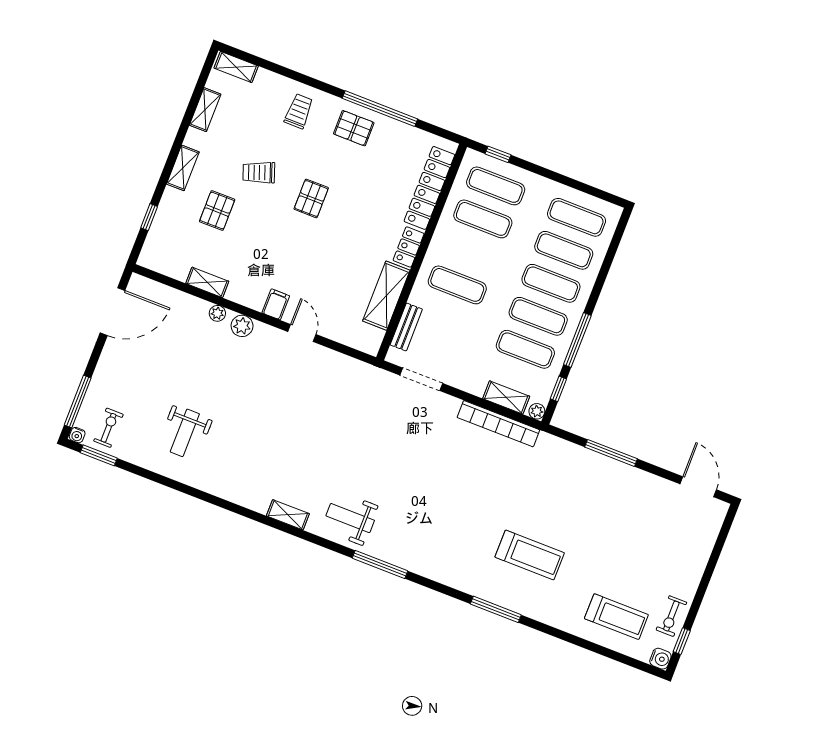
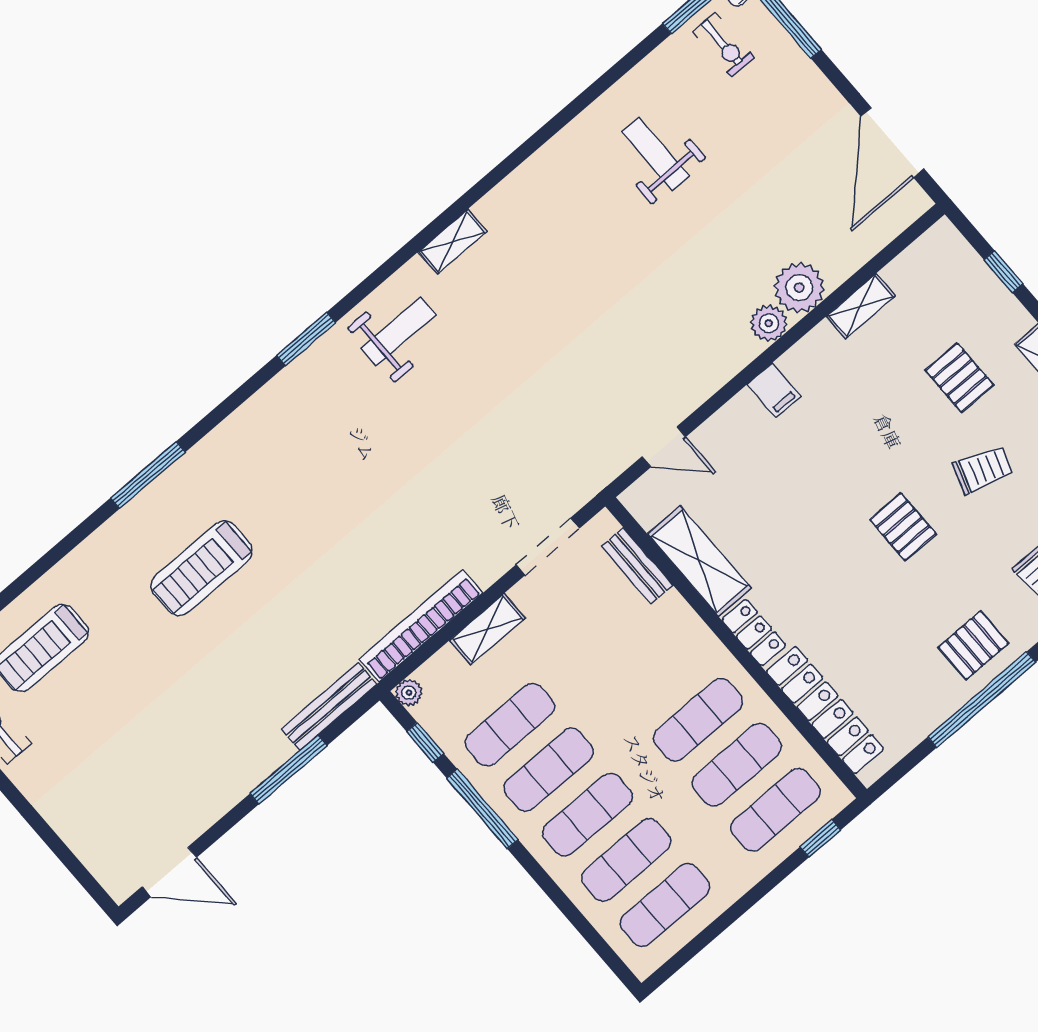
trolley: (259, 172) -> (983, 470), turned 39
exercise mat: (457, 285) -> (698, 720), moved
plant: (217, 313) -> (799, 288), width x1.88, depth x1.88
door: (302, 333) -> (664, 447), moved
shelving: (506, 397) -> (487, 629), moved
bench: (567, 449) -> (329, 707), added
window: (380, 564) -> (306, 339), width x0.69

